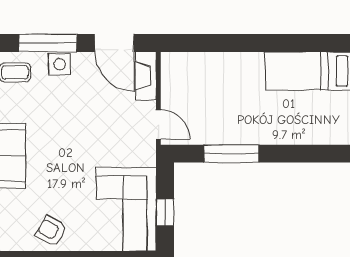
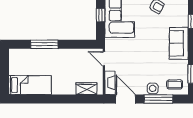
wardrobe: (194, 64) -> (86, 89), added
window: (231, 154) -> (44, 44), moved

